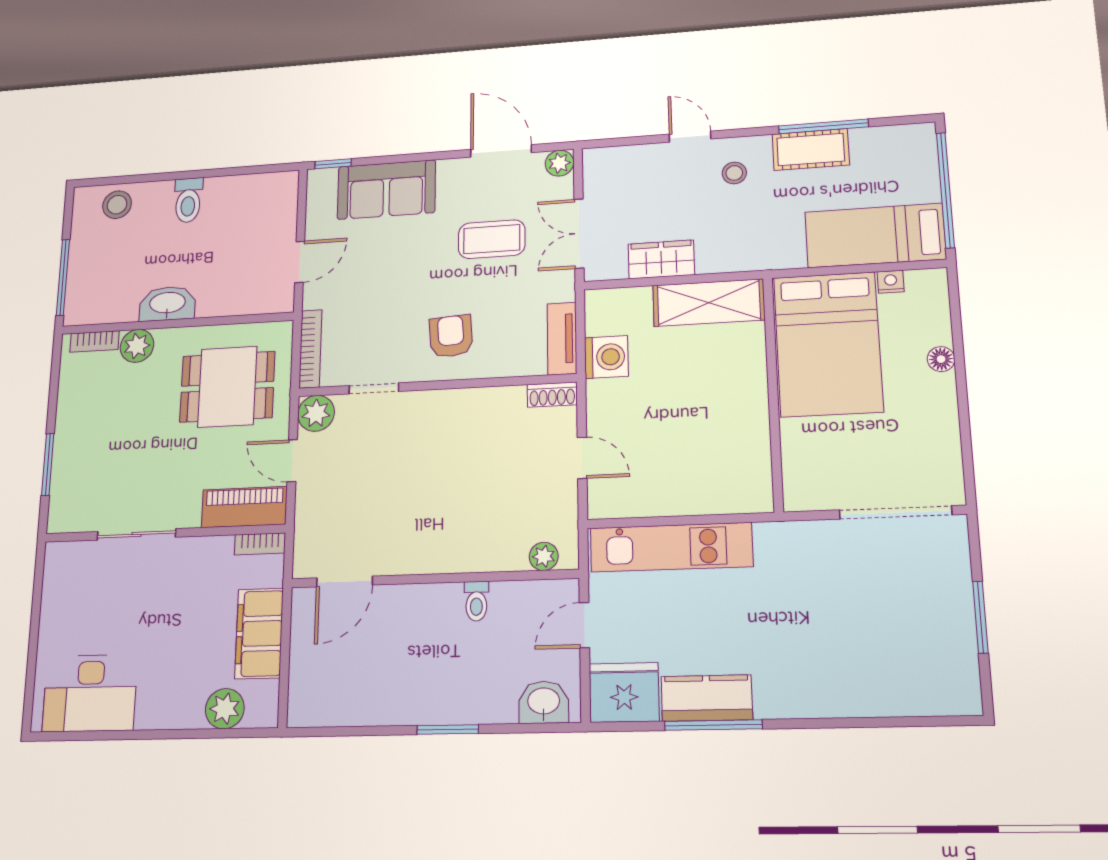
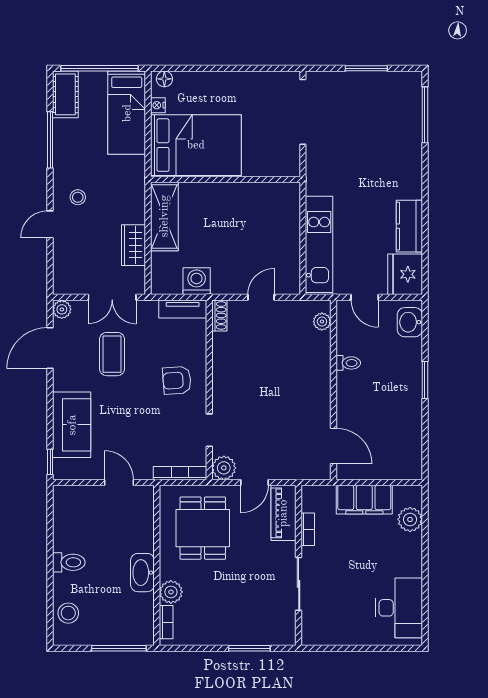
cot: (811, 149) -> (65, 94), moved
floor lamp: (941, 359) -> (164, 79), moved
bookcase: (260, 544) -> (308, 529), moved
window: (713, 725) -> (425, 115), moved

